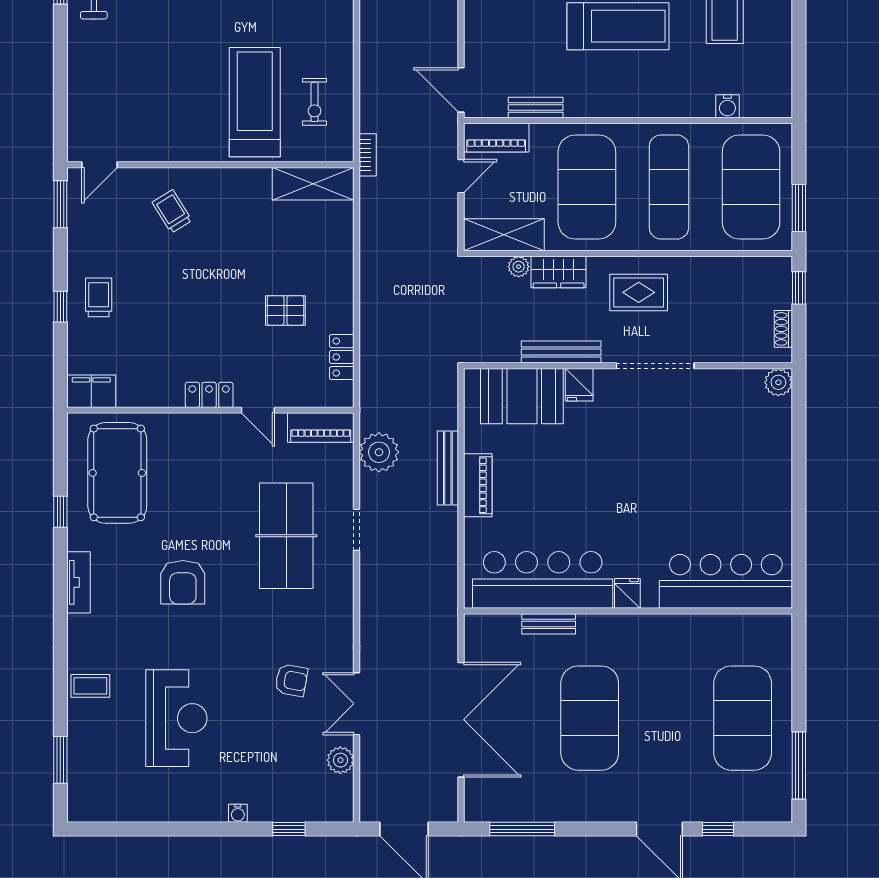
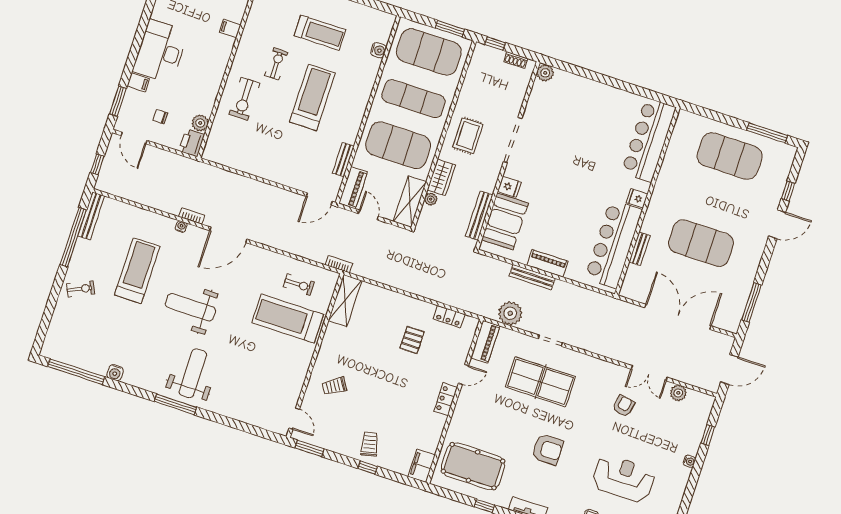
trolley: (99, 297) -> (370, 444), turned 77
bench: (561, 352) -> (479, 215), moved

